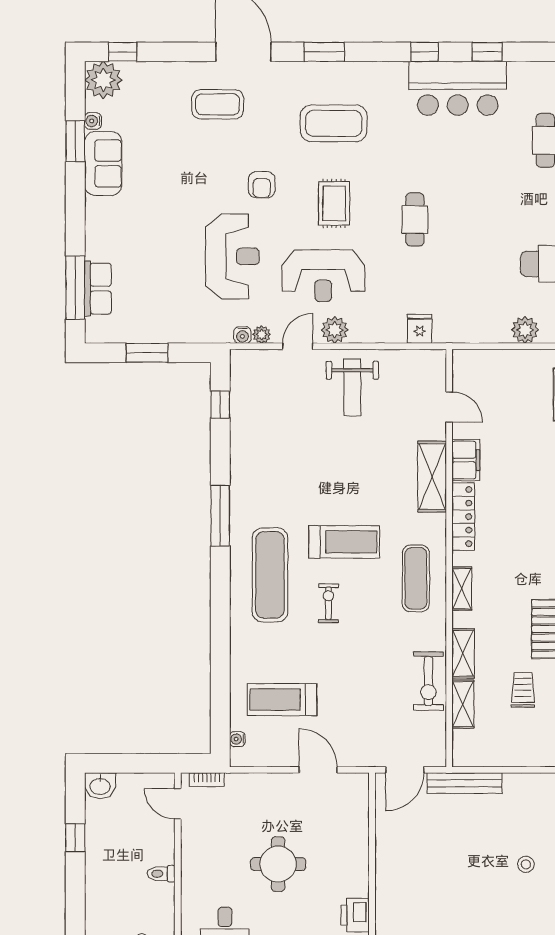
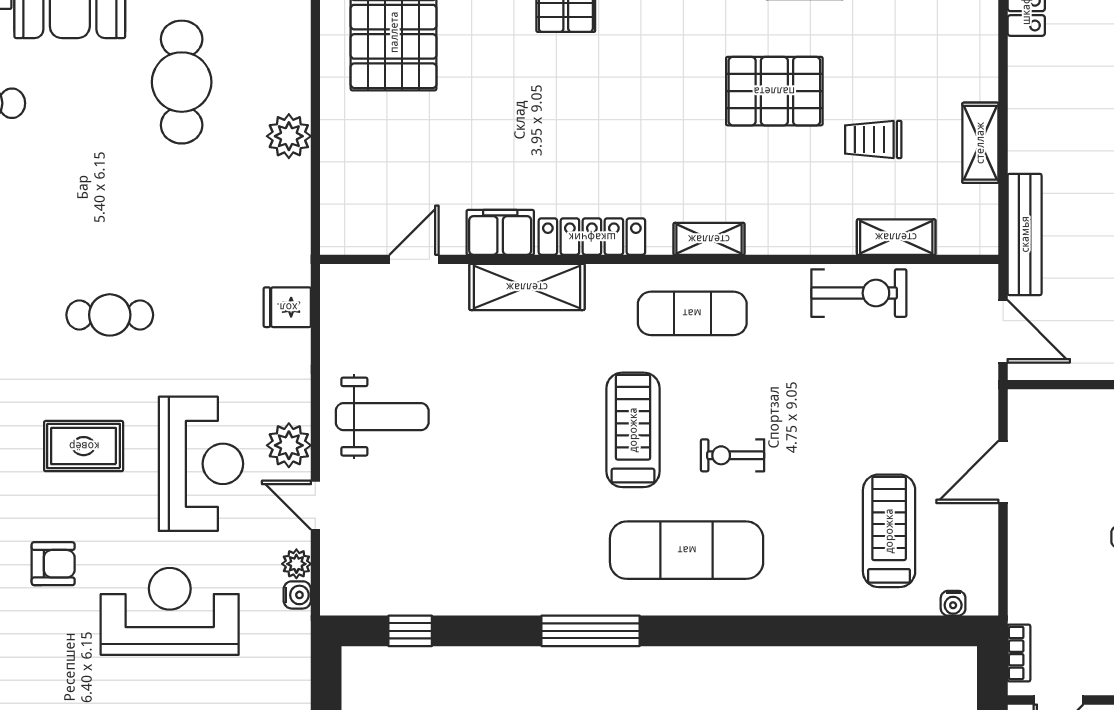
shelving: (463, 653) -> (980, 143), moved, turned 90
treadmill: (282, 700) -> (889, 531), turned 180

